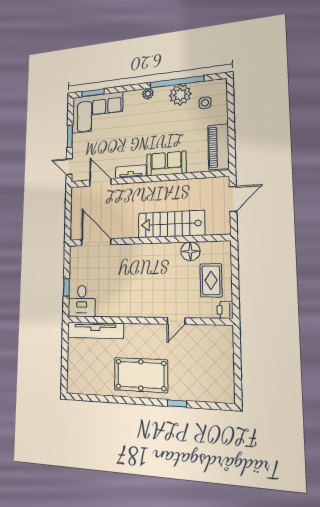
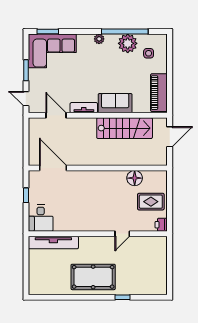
stairs: (171, 224) -> (125, 128), moved, turned 180
rug: (211, 280) -> (151, 202), turned 90
window: (66, 287) -> (26, 195), moved

